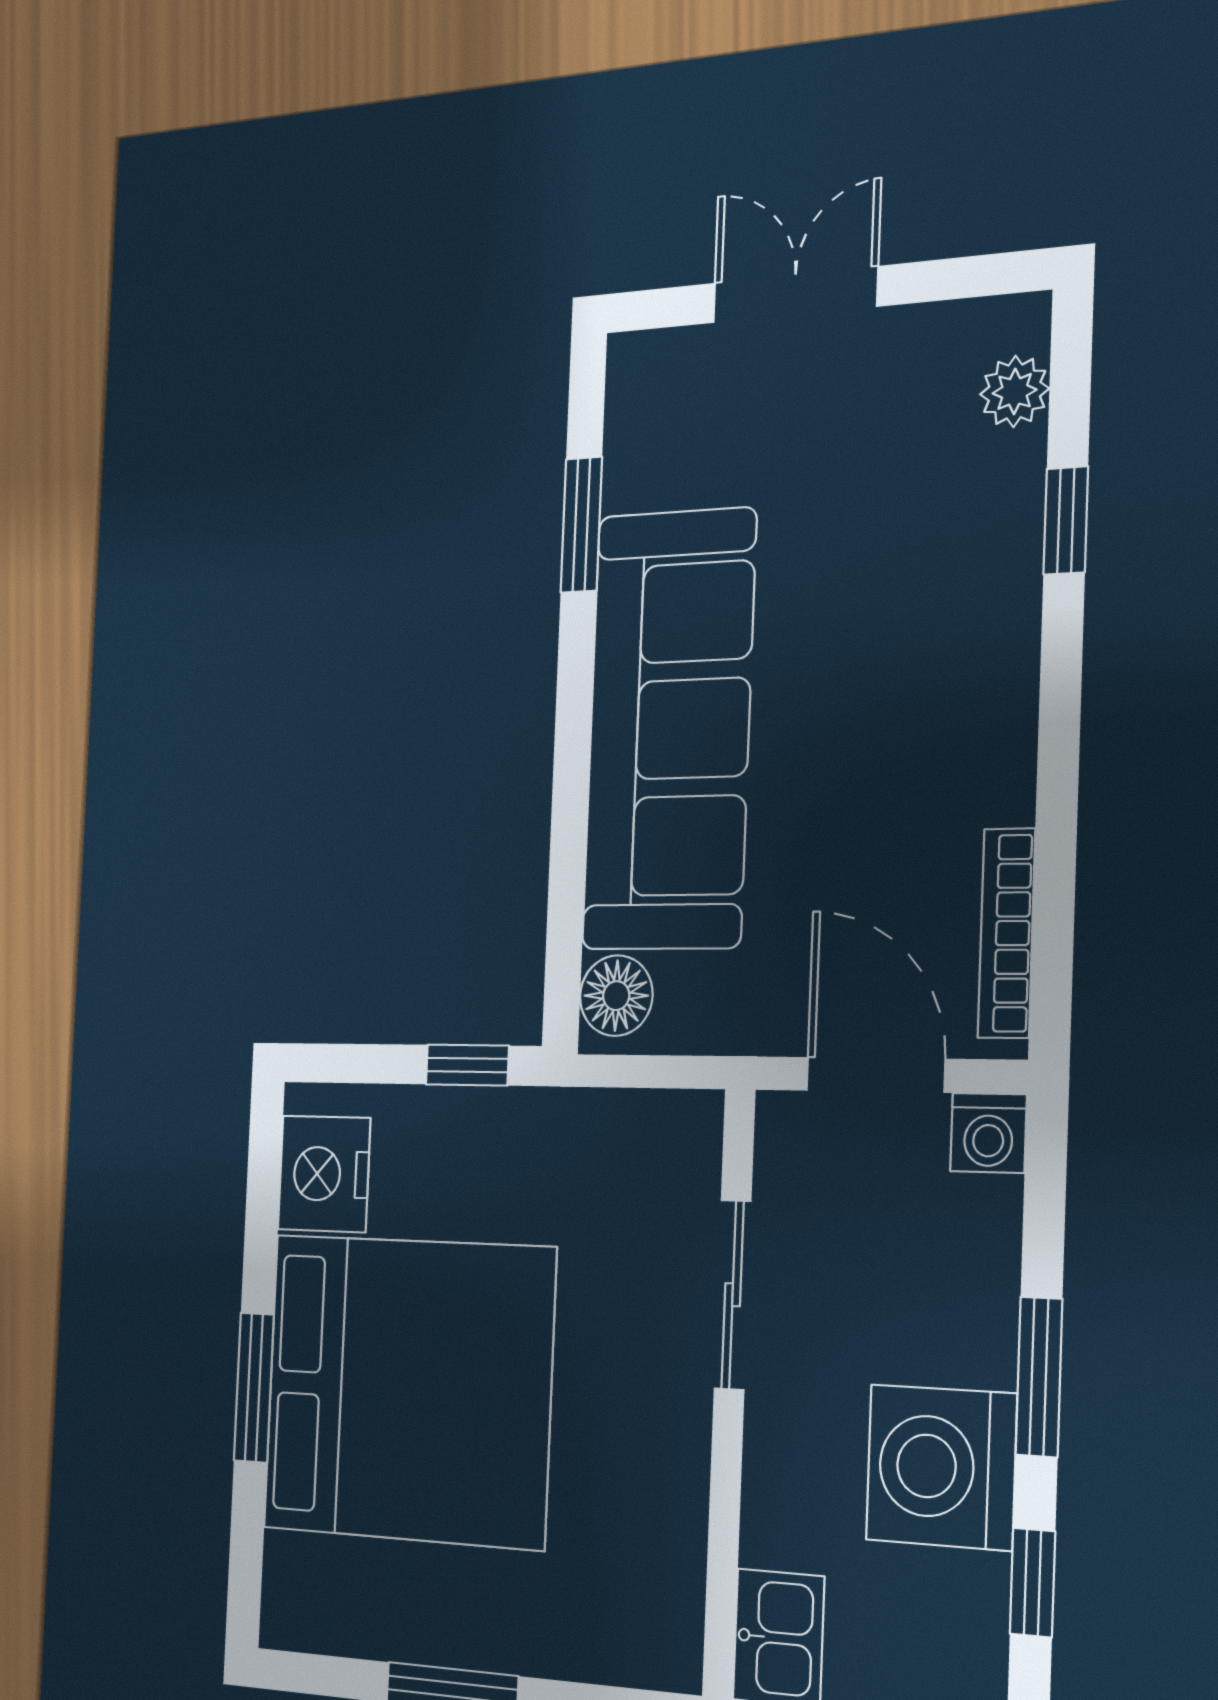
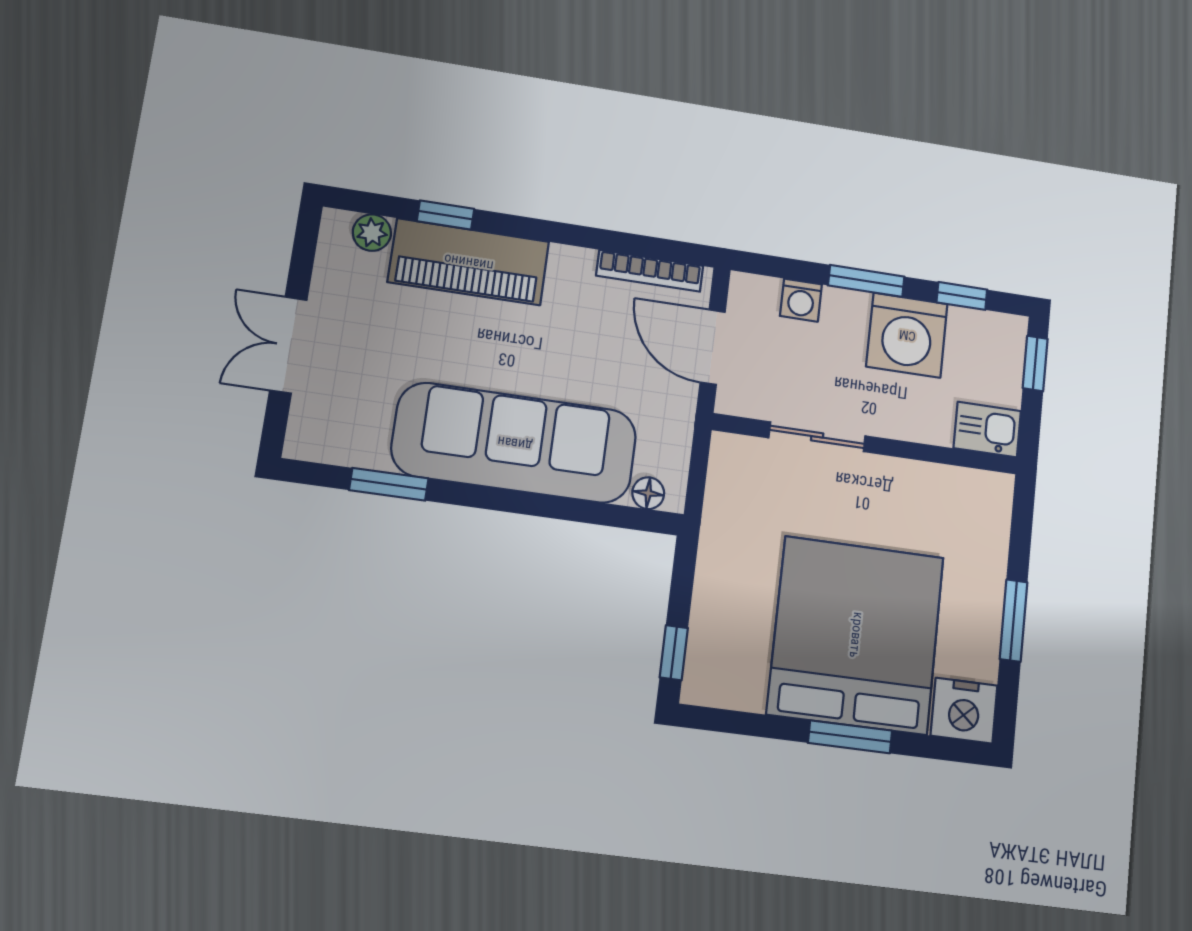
piano: (982, 583) -> (469, 262), added
floor lamp: (616, 996) -> (648, 493), width x0.73, depth x0.73
window: (467, 1065) -> (674, 653), moved
door: (875, 1075) -> (713, 347), hinge flipped
washing machine: (988, 1133) -> (801, 300), moved, turned 90
nightstand: (324, 1174) -> (964, 711), moved

